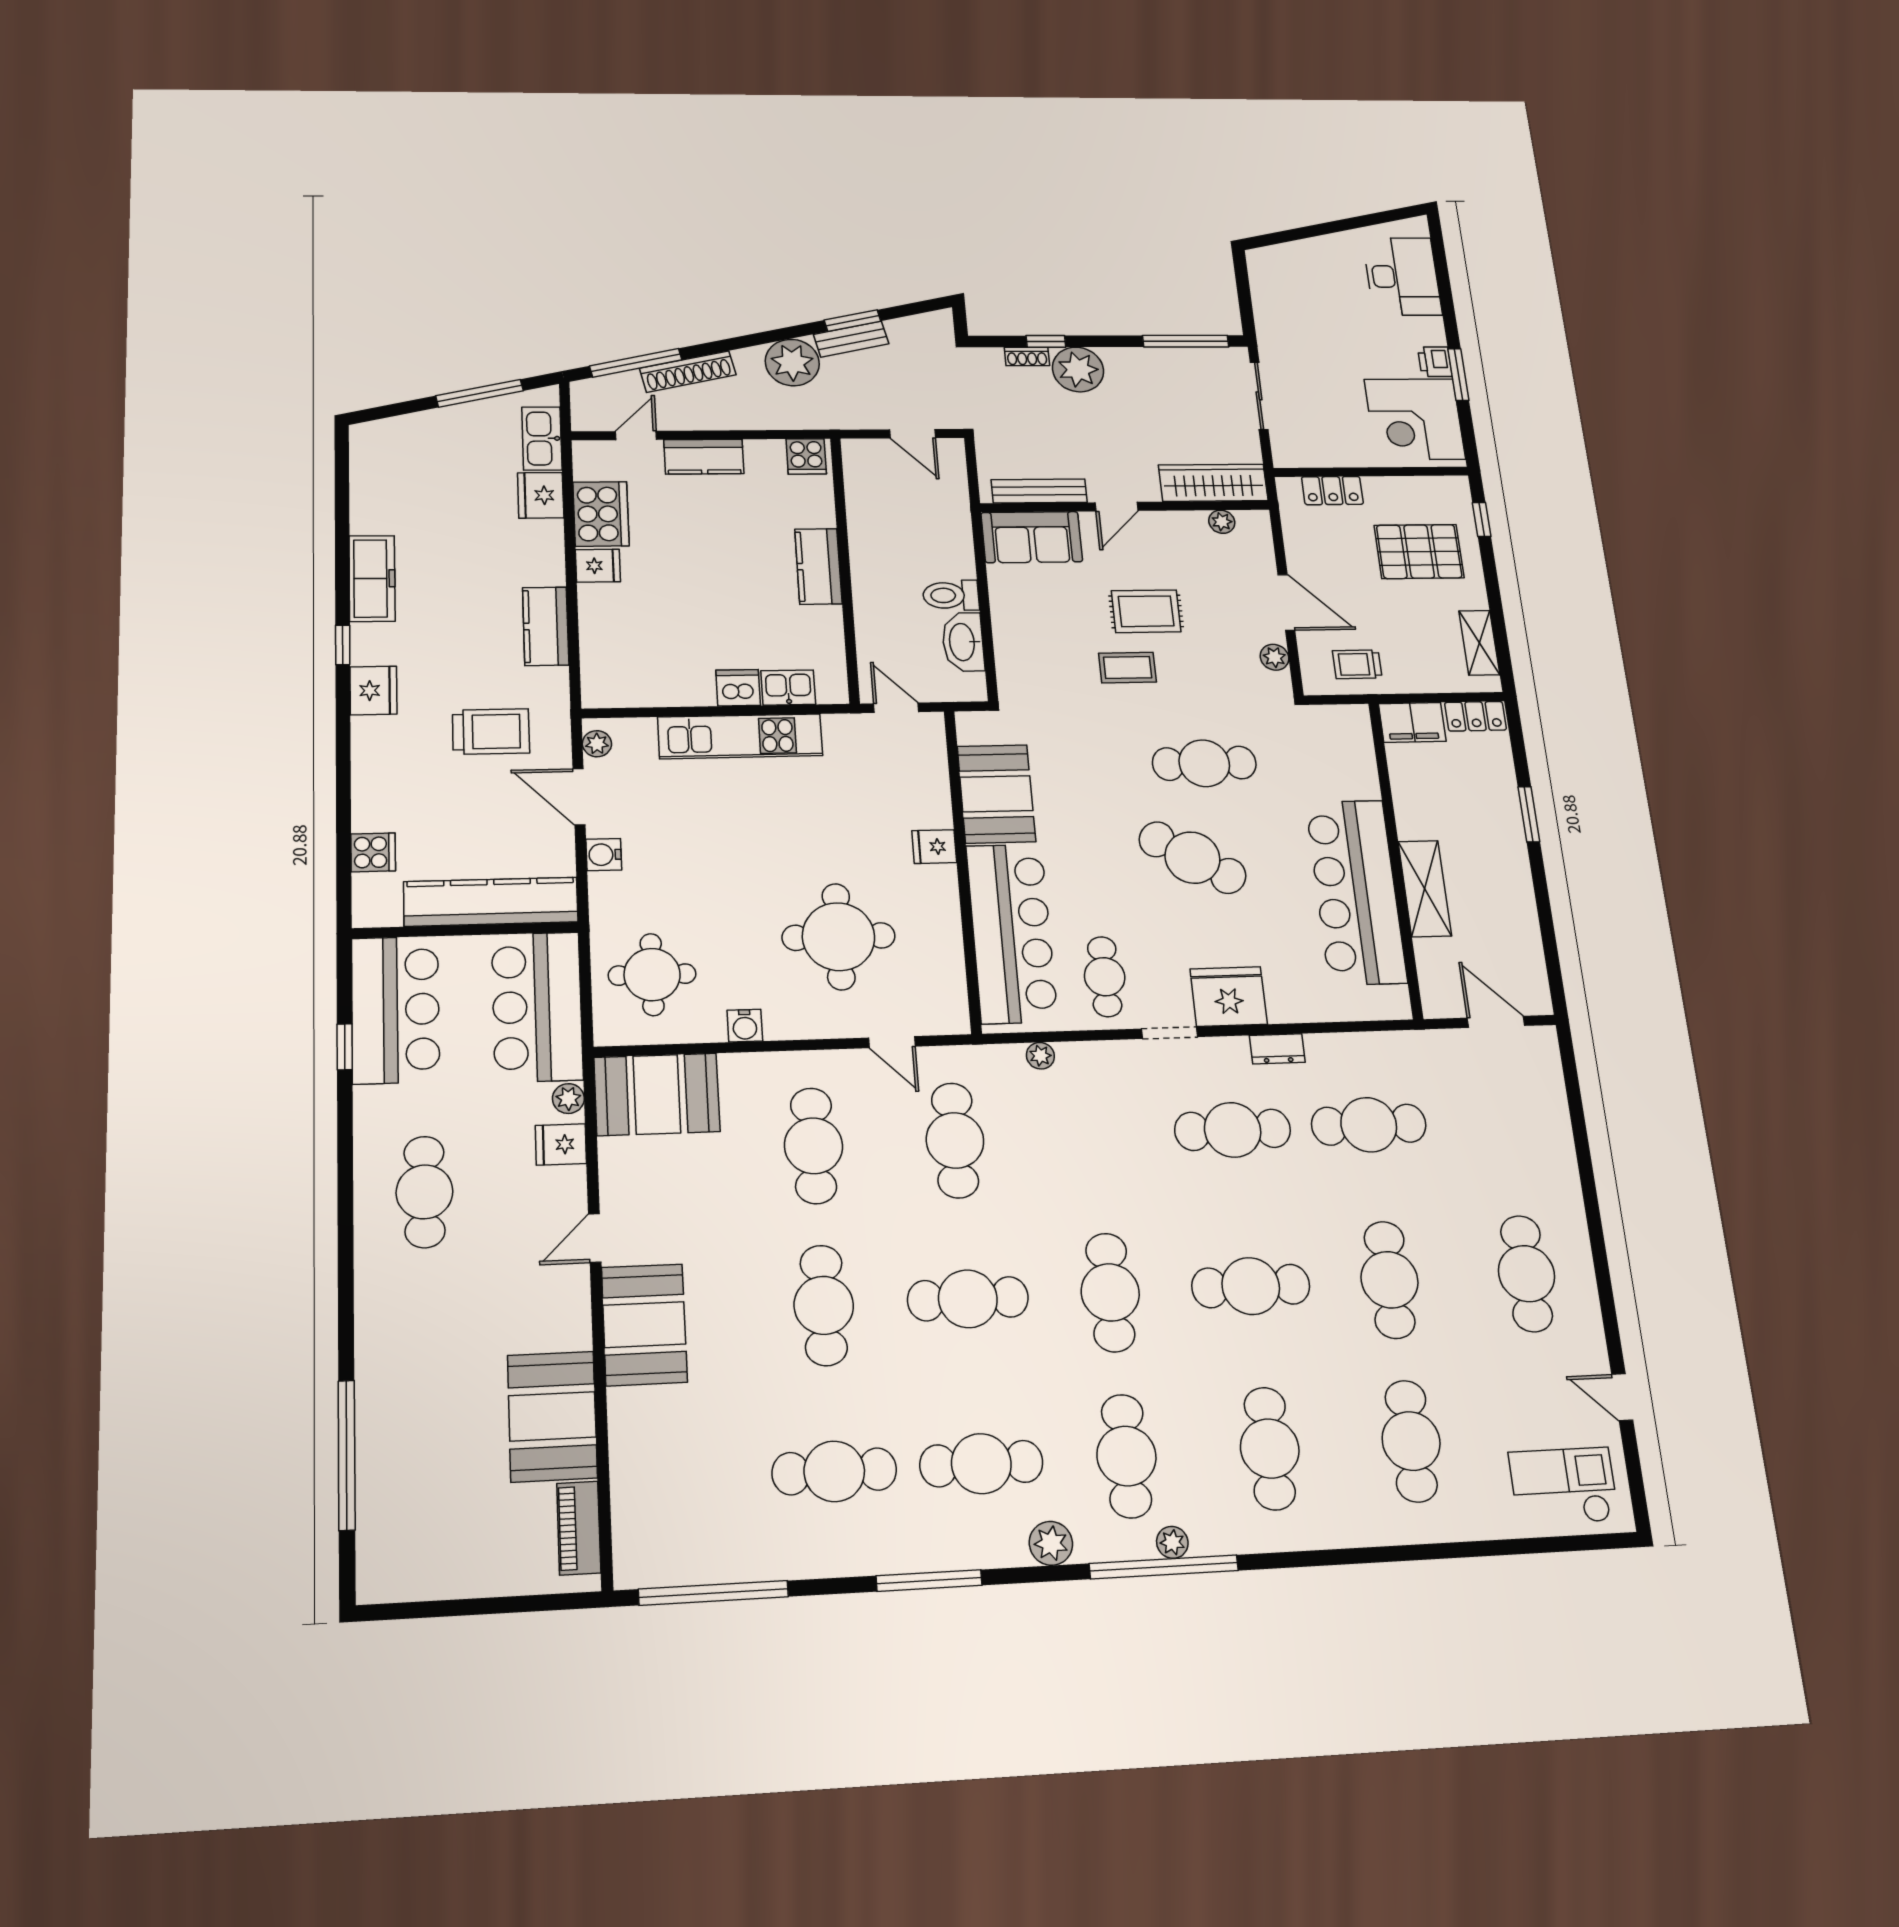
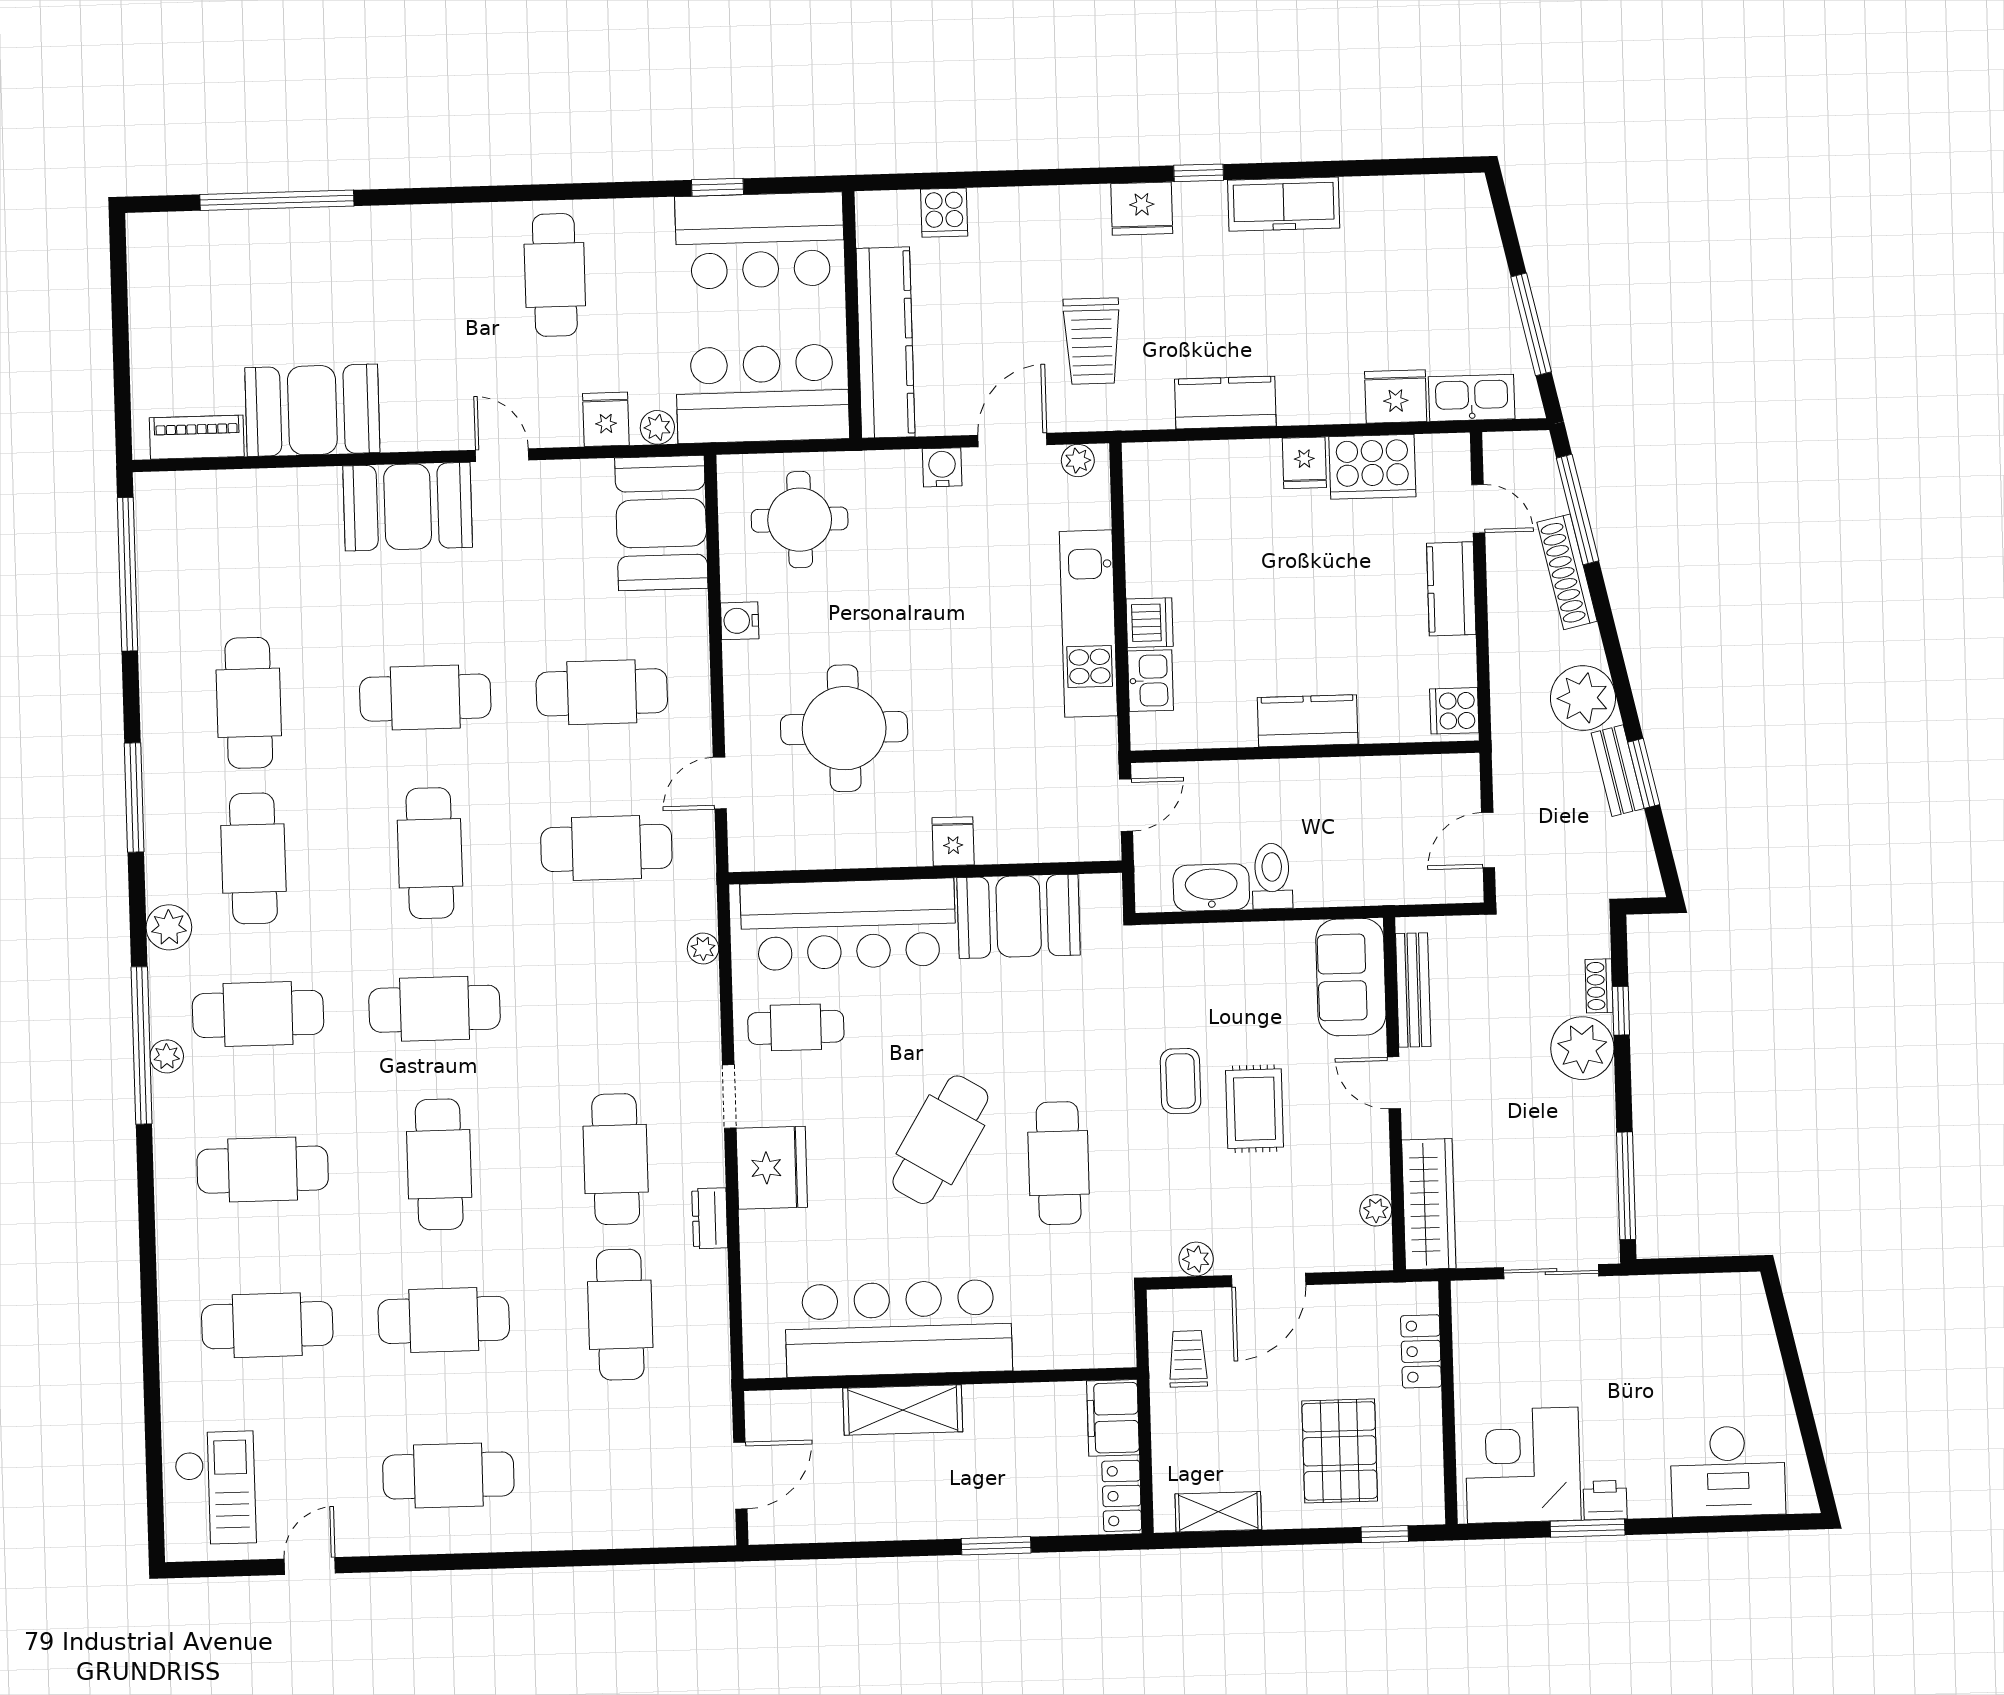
cafe table: (424, 1192) -> (555, 275), turned 90

